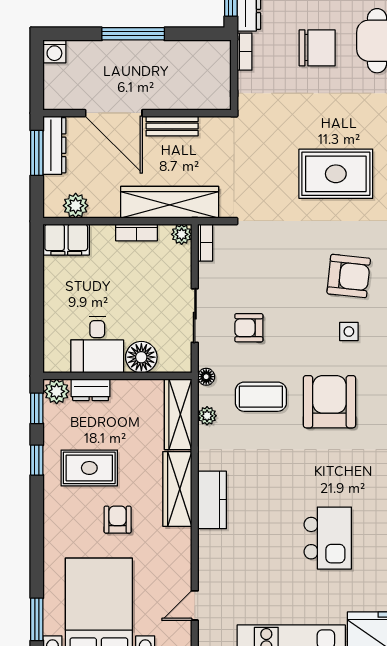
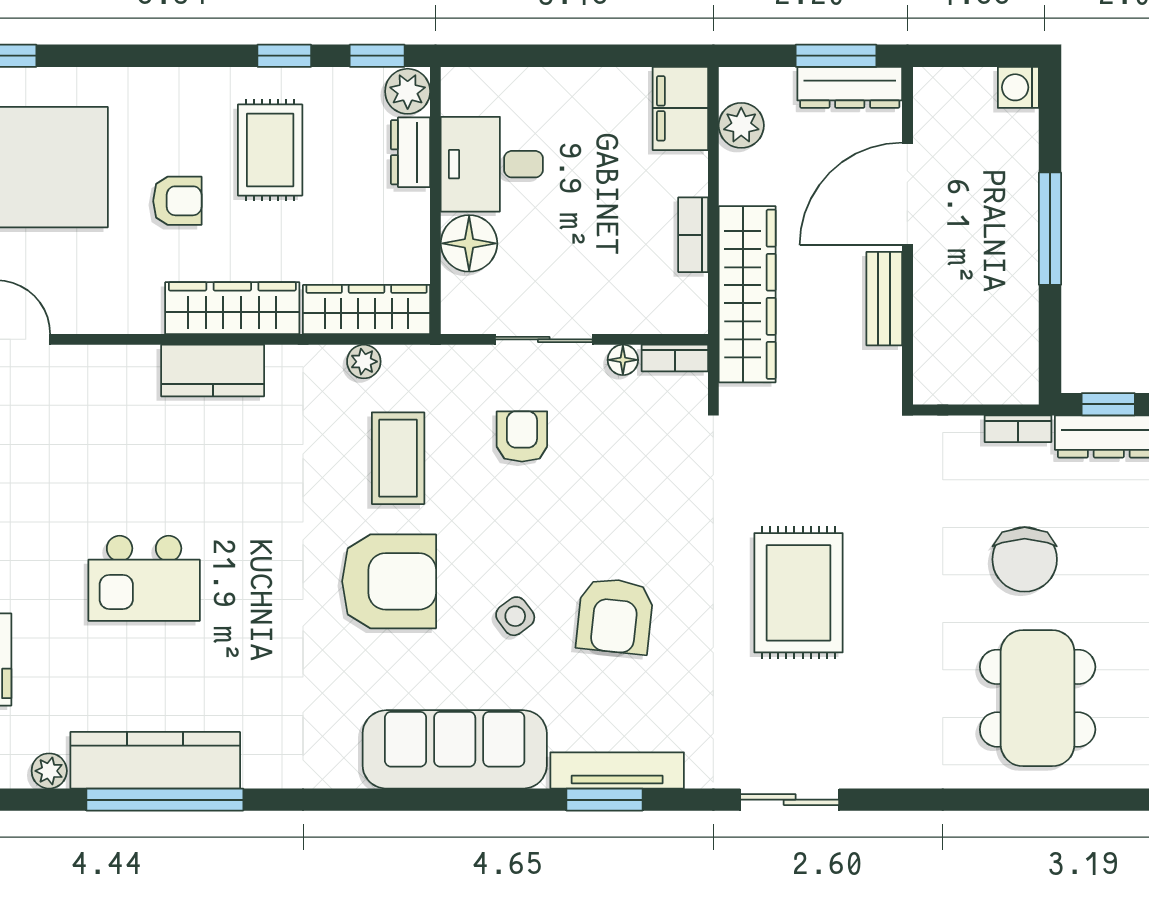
plant: (182, 234) -> (690, 316), removed
side table: (349, 332) -> (515, 616), turned -37
floor lamp: (206, 377) -> (623, 360), moved

